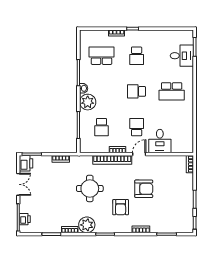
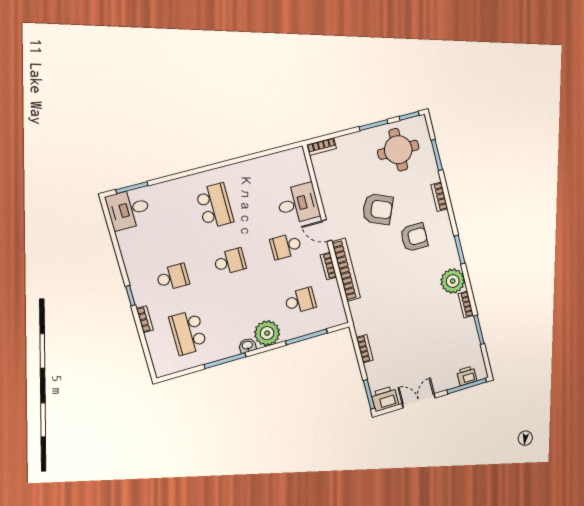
desk: (182, 56) -> (128, 209), moved, turned -90
school desk: (137, 91) -> (230, 262), turned -90
round table: (90, 188) -> (398, 150), moved
armchair: (144, 189) -> (378, 209), turned 113

